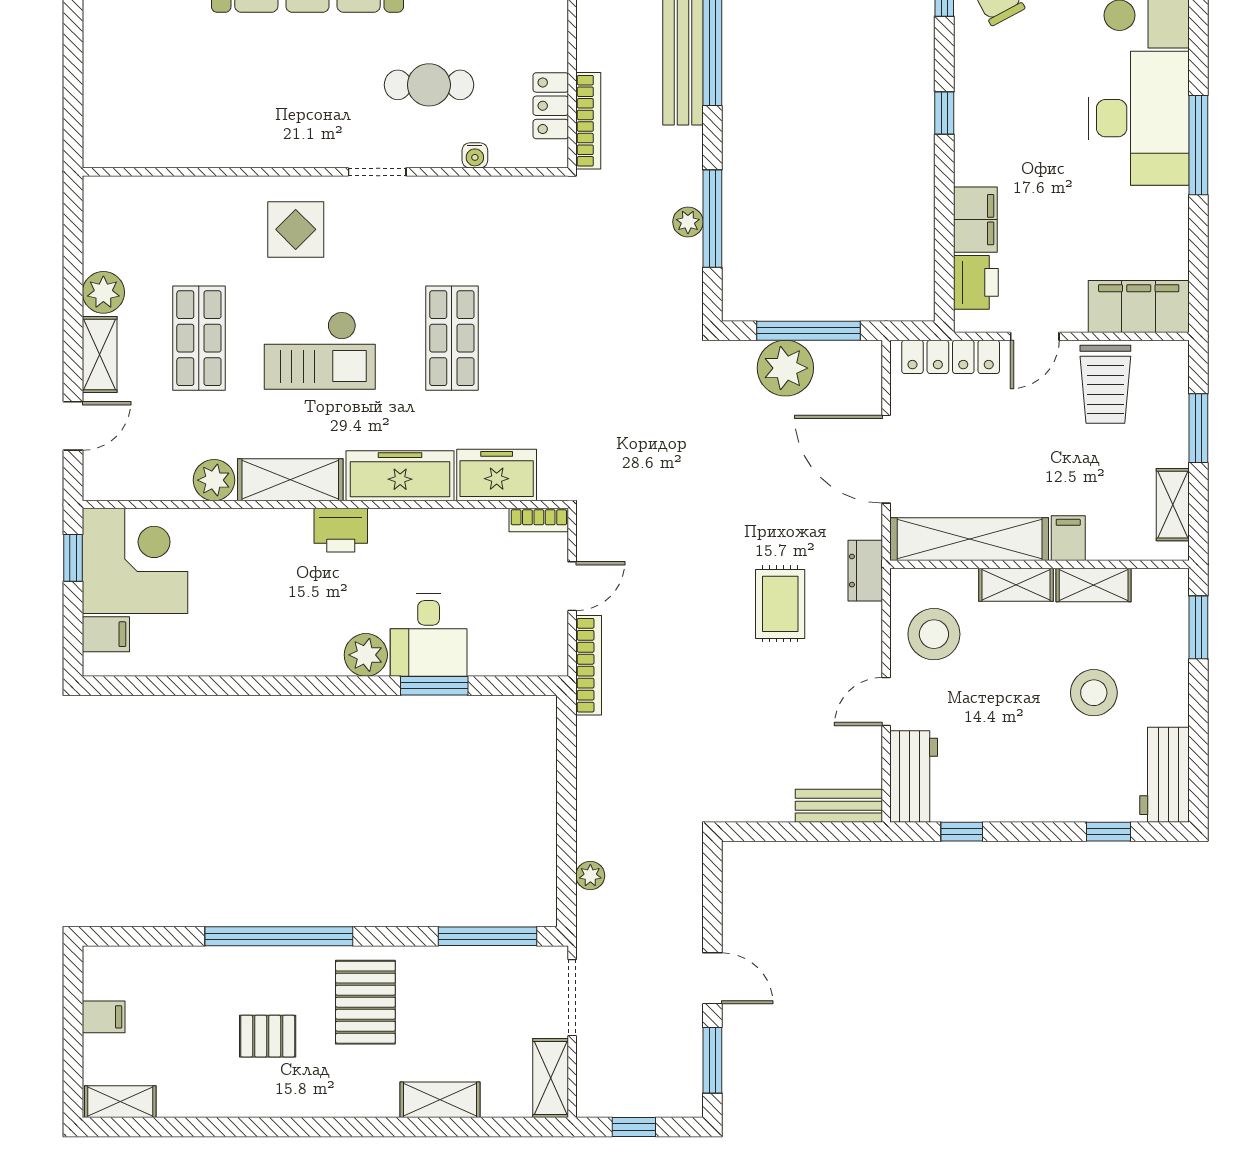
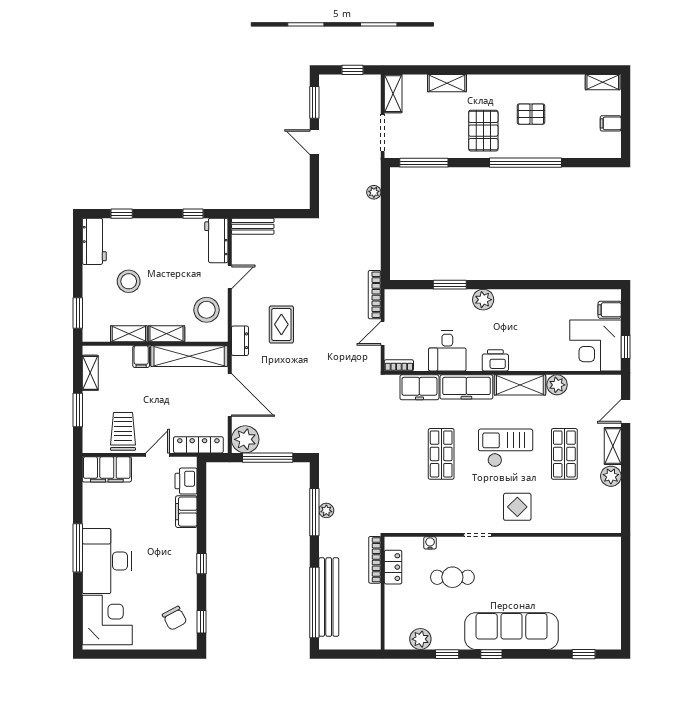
plant: (785, 368) -> (245, 439), moved
desk: (429, 635) -> (447, 351), moved, turned 180

